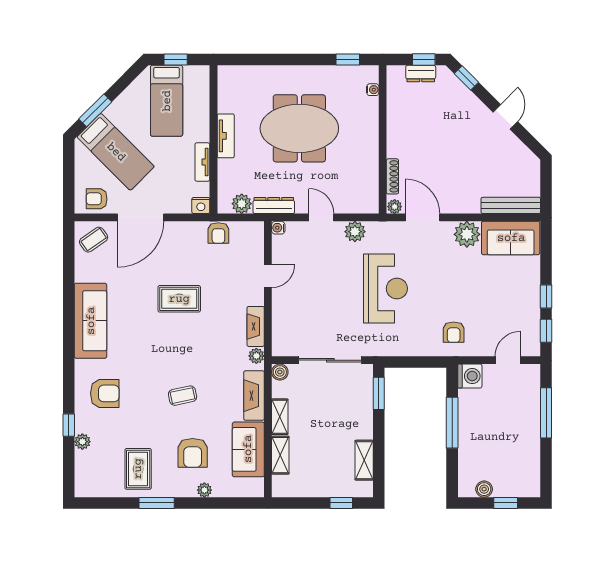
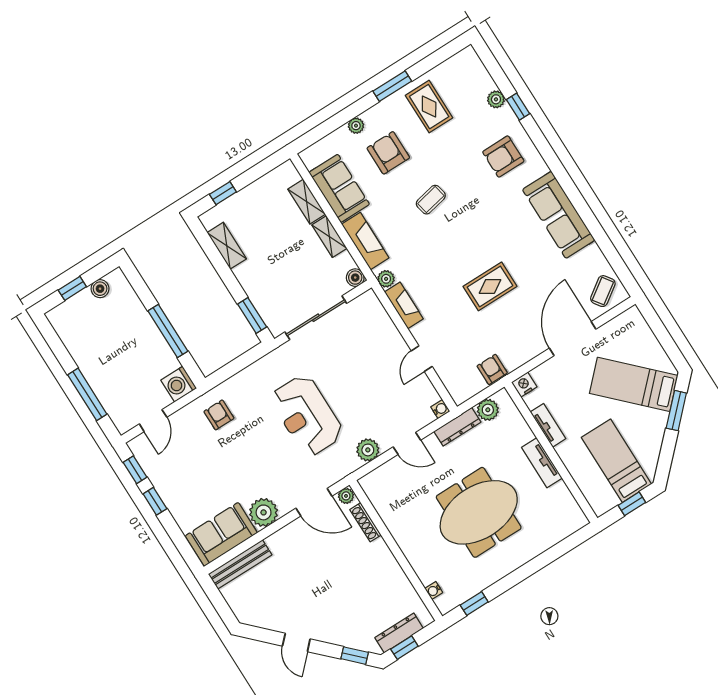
dresser: (421, 74) -> (399, 633), width x1.44
armchair: (97, 199) -> (624, 330), removed

